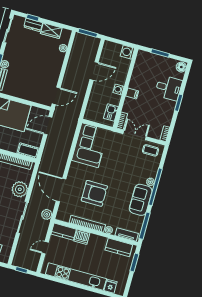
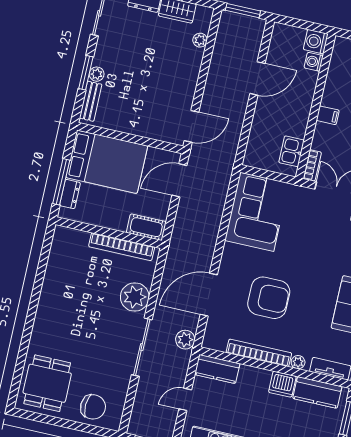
washing machine: (118, 89) -> (314, 62), moved
door: (61, 190) -> (209, 295), hinge flipped
dishwasher: (82, 237) -> (282, 384), moved

